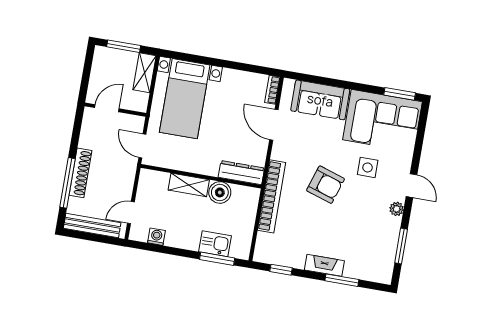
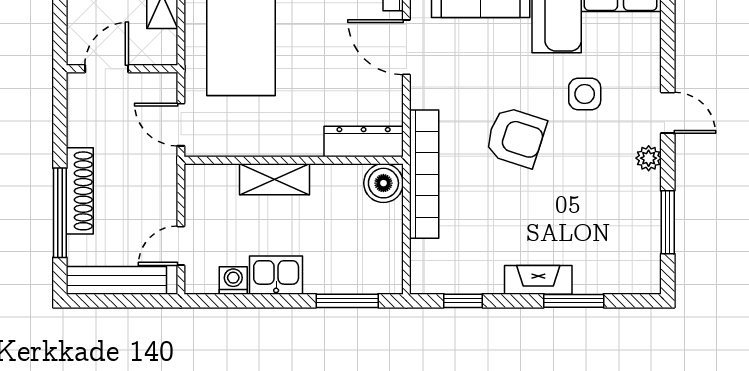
boiler: (220, 192) -> (383, 183), moved
kitchen sink: (215, 244) -> (276, 275), moved

